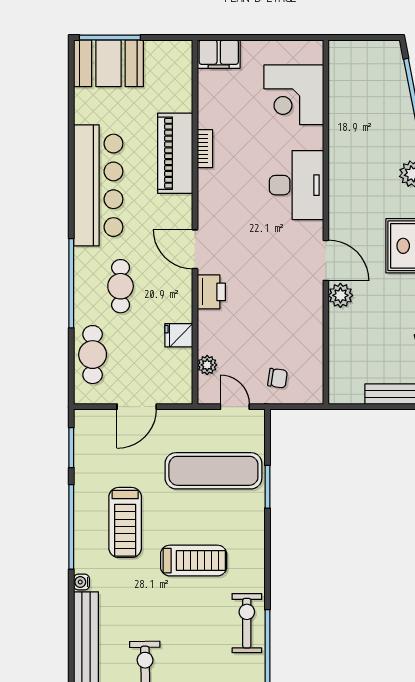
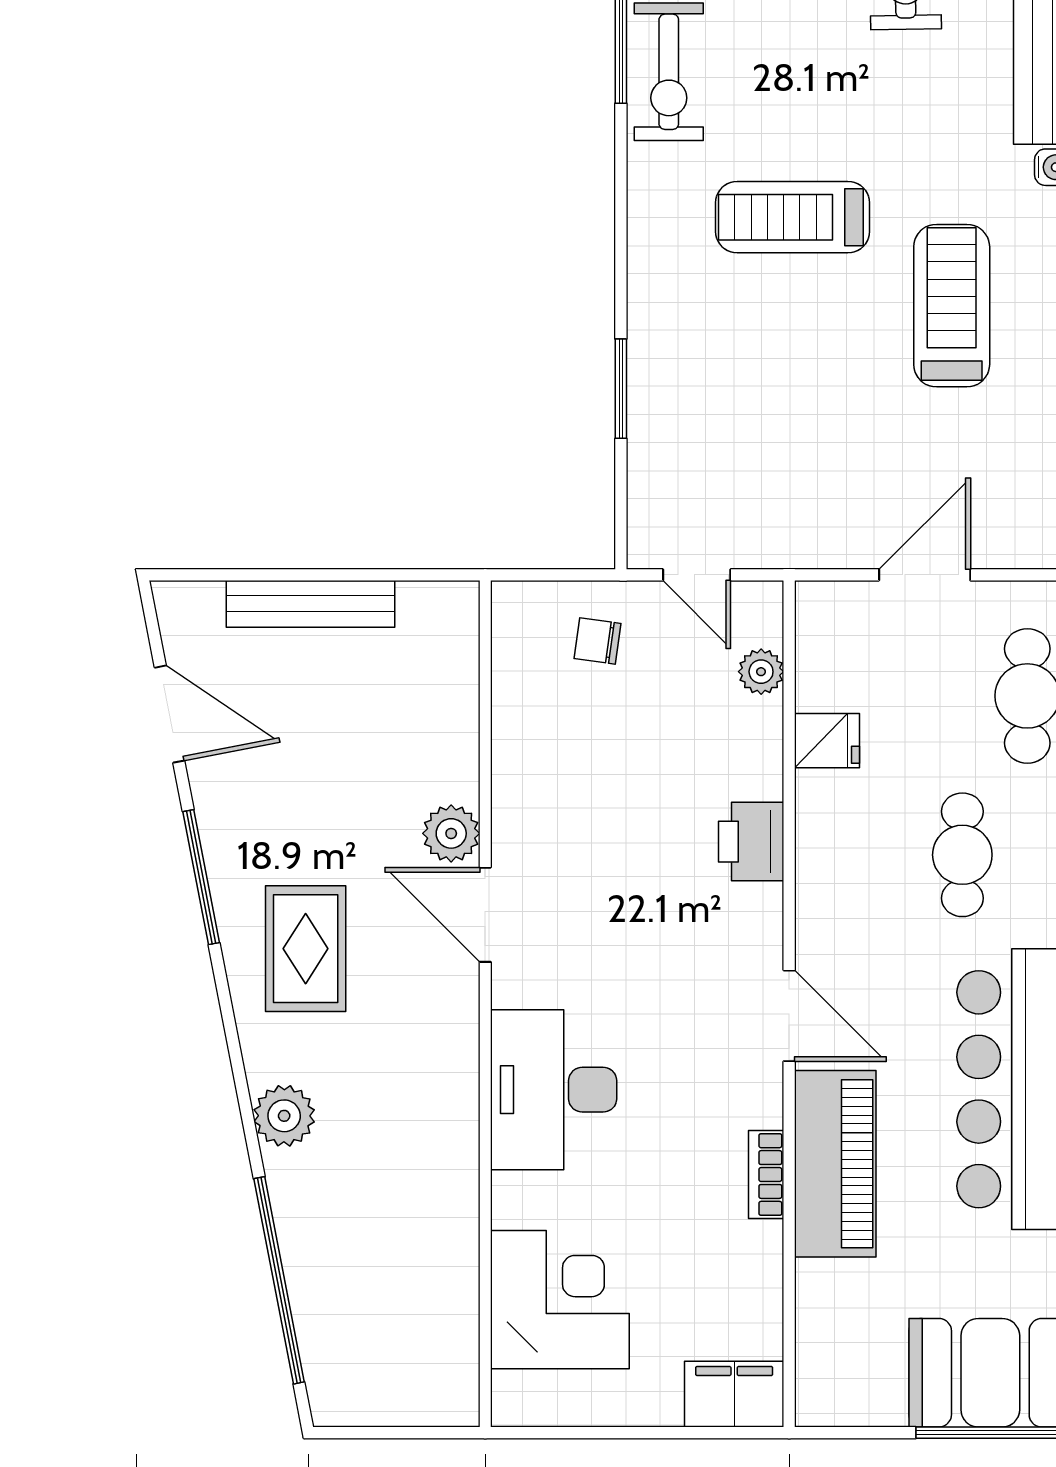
door: (195, 249) -> (789, 1016), moved
exercise mat: (213, 471) -> (746, 426), removed

